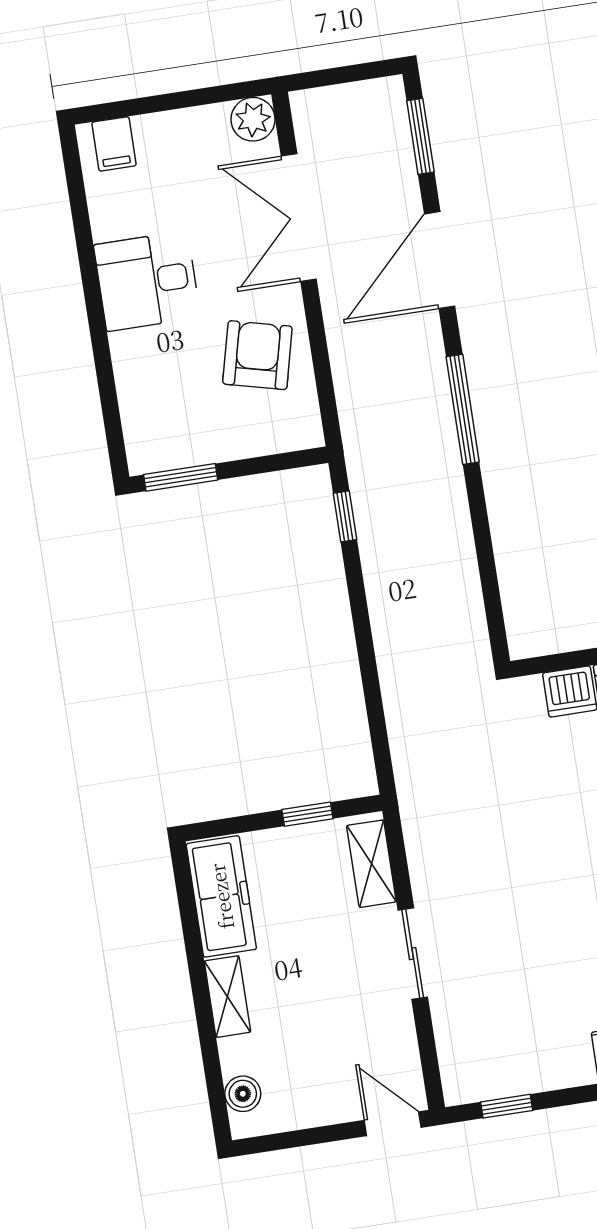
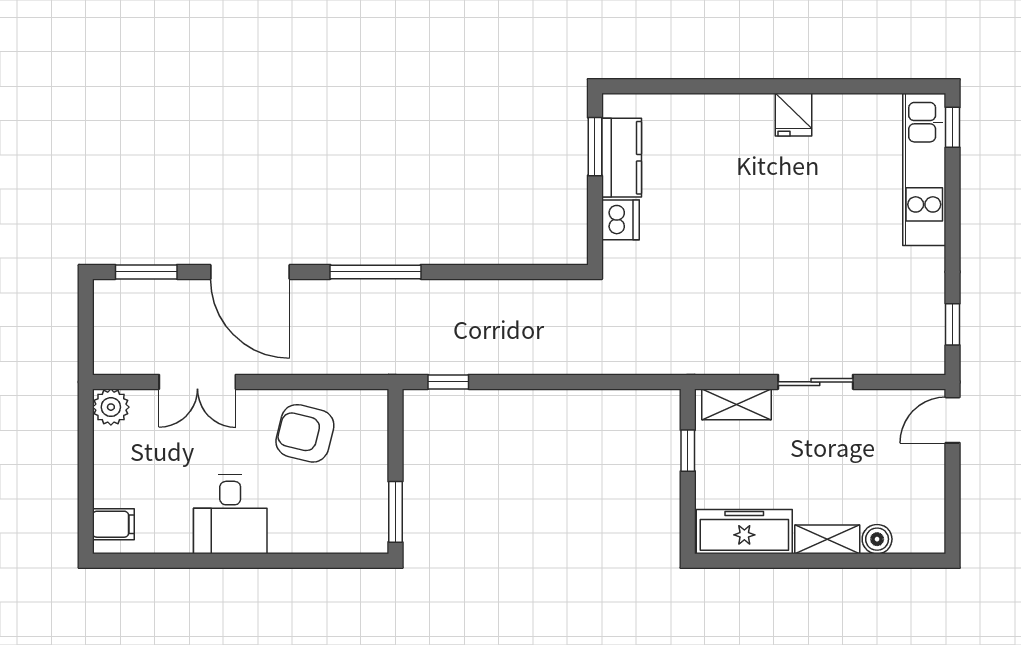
double door: (299, 218) -> (197, 382), width x0.73
boiler: (243, 1094) -> (877, 539), moved

